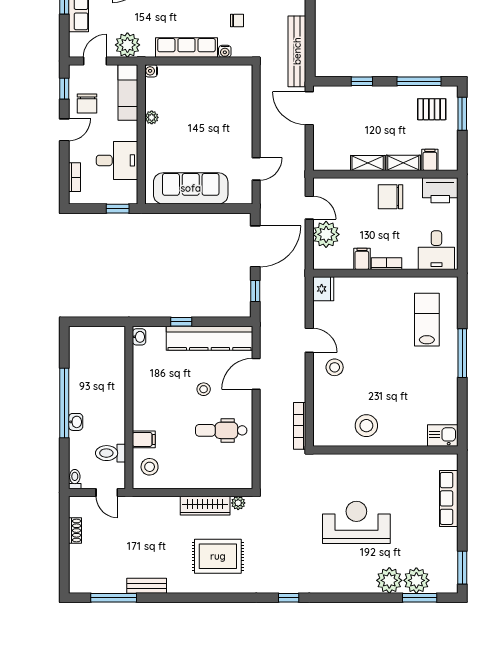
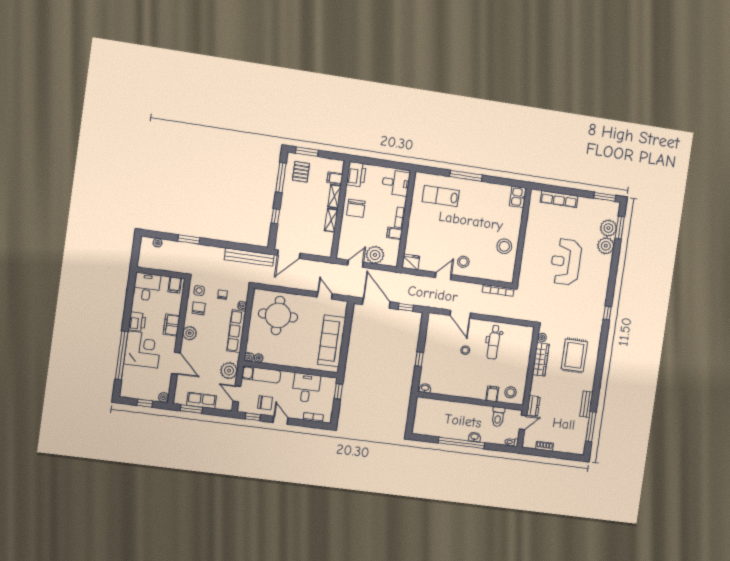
round table: (218, 105) -> (278, 315), added
plant: (152, 117) -> (259, 358), moved
kitchen counter: (210, 338) -> (433, 342), removed
dresser: (134, 505) -> (533, 406), added

